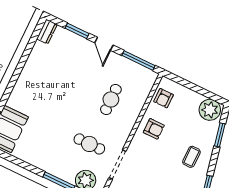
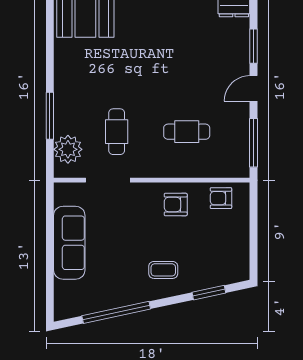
plant: (210, 110) -> (235, 264), removed
armchair: (154, 129) -> (176, 204), turned 90

